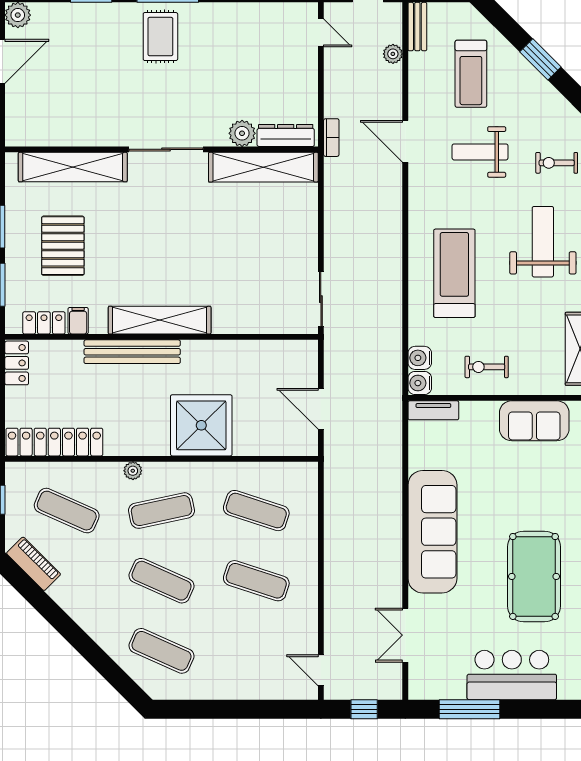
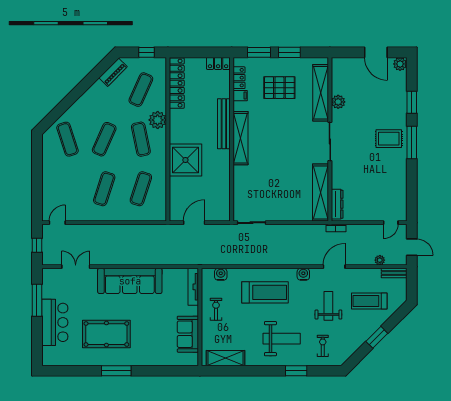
plant: (242, 133) -> (338, 102), moved
water cooler: (420, 383) -> (303, 274), moved
tv unit: (433, 410) -> (193, 287), width x1.41
plant: (133, 471) -> (158, 120), width x1.88, depth x1.88
exercise mat: (161, 651) -> (67, 139), turned -42

